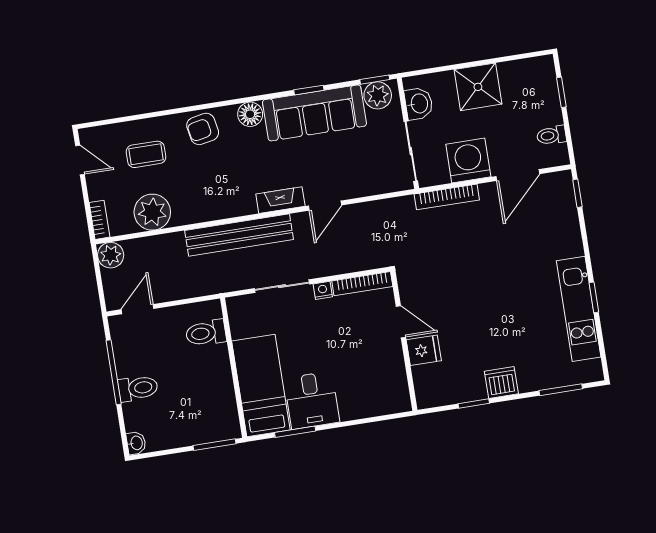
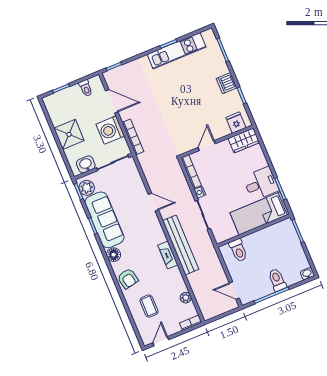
fireplace: (280, 200) -> (168, 255), moved
plant: (152, 212) -> (186, 298), width x0.53, depth x0.53
plant: (111, 255) -> (208, 312), removed
fridge: (424, 350) -> (236, 123), moved
wardrobe: (394, 388) -> (244, 140), added

